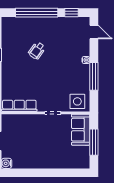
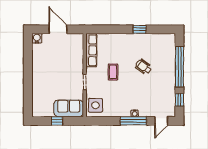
window: (94, 76) -> (133, 121), moved
coffee table: (42, 83) -> (113, 72), added
window: (94, 142) -> (57, 121), width x0.46

